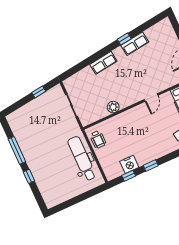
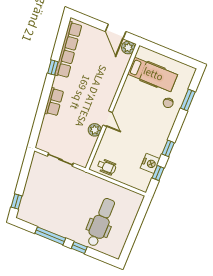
row of seats: (135, 44) -> (68, 50), width x2.02
window: (39, 92) -> (17, 201), moved
door: (151, 97) -> (108, 119), moved
dental chair: (82, 159) -> (101, 222), moved, turned 90

